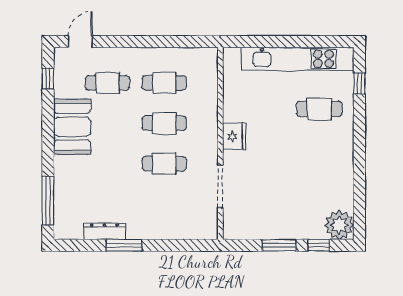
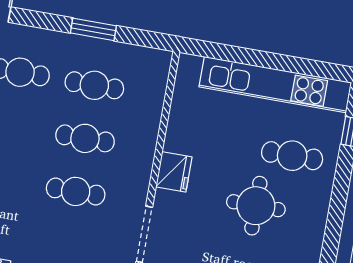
window: (156, 42) -> (93, 29), added
round table: (299, 151) -> (256, 206), added

